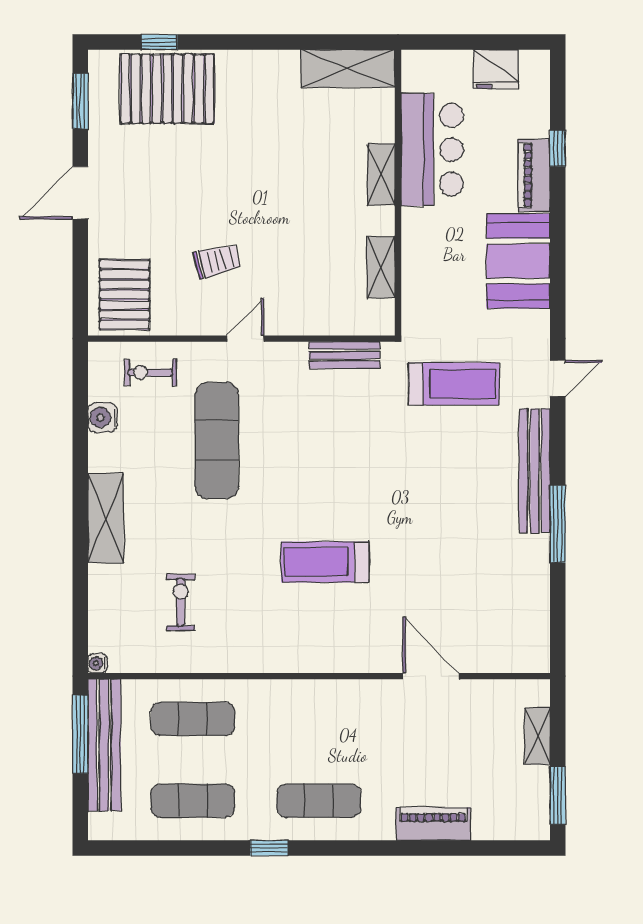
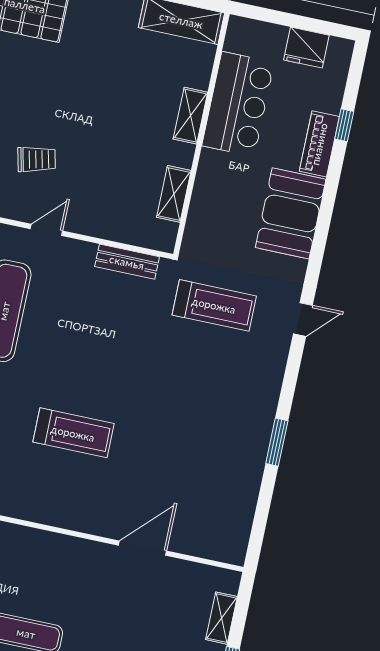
bench: (535, 471) -> (267, 394), removed
window: (558, 524) -> (277, 442), width x0.69
treadmill: (325, 562) -> (73, 433), turned 180
door: (431, 676) -> (143, 548), hinge flipped

